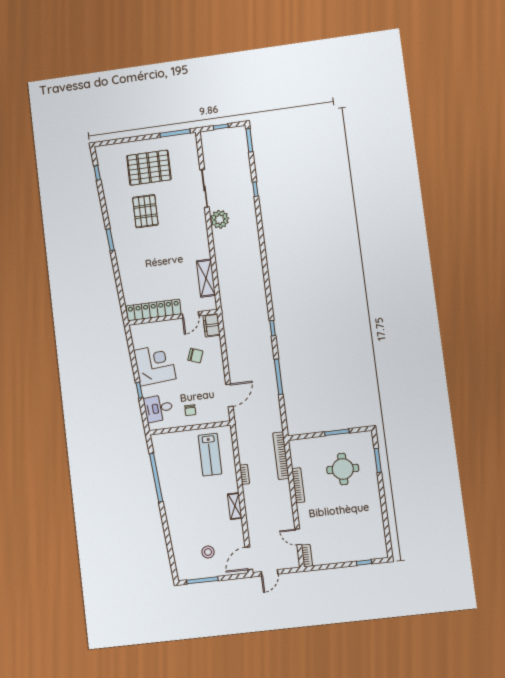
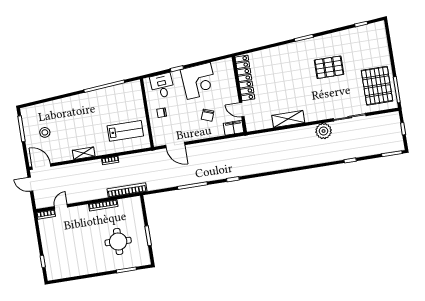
pallet: (149, 168) -> (377, 86), moved
shelving: (206, 278) -> (288, 119), moved
lab bench: (210, 455) -> (125, 131), turned 180

